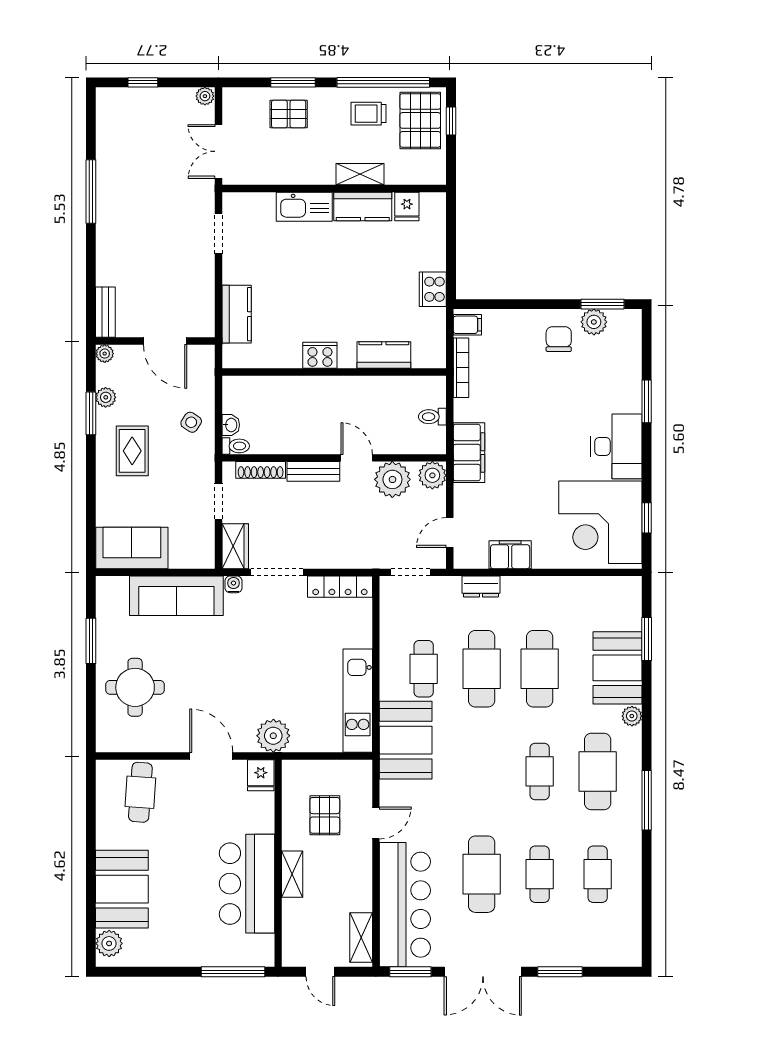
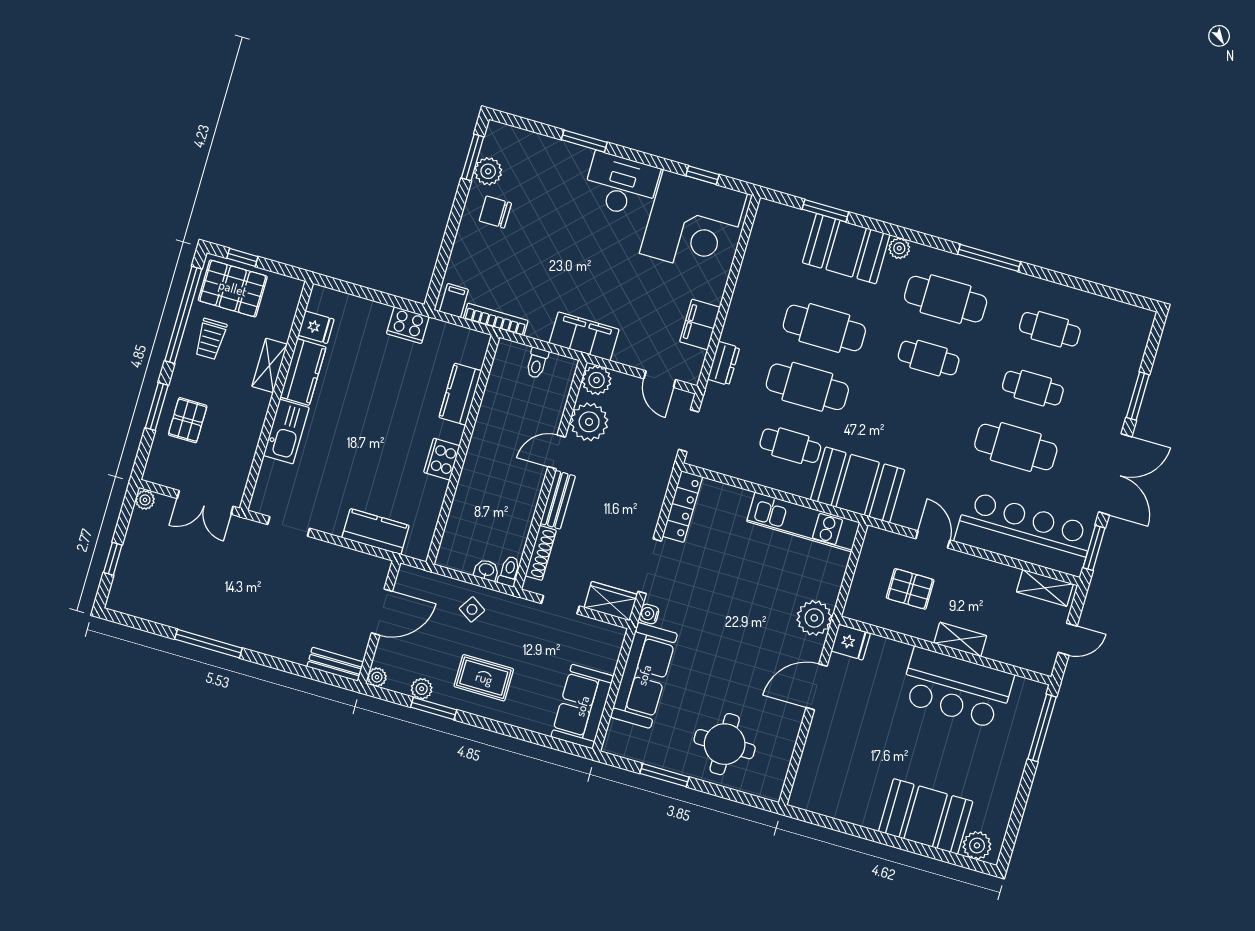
cafe table: (140, 792) -> (833, 769), removed

